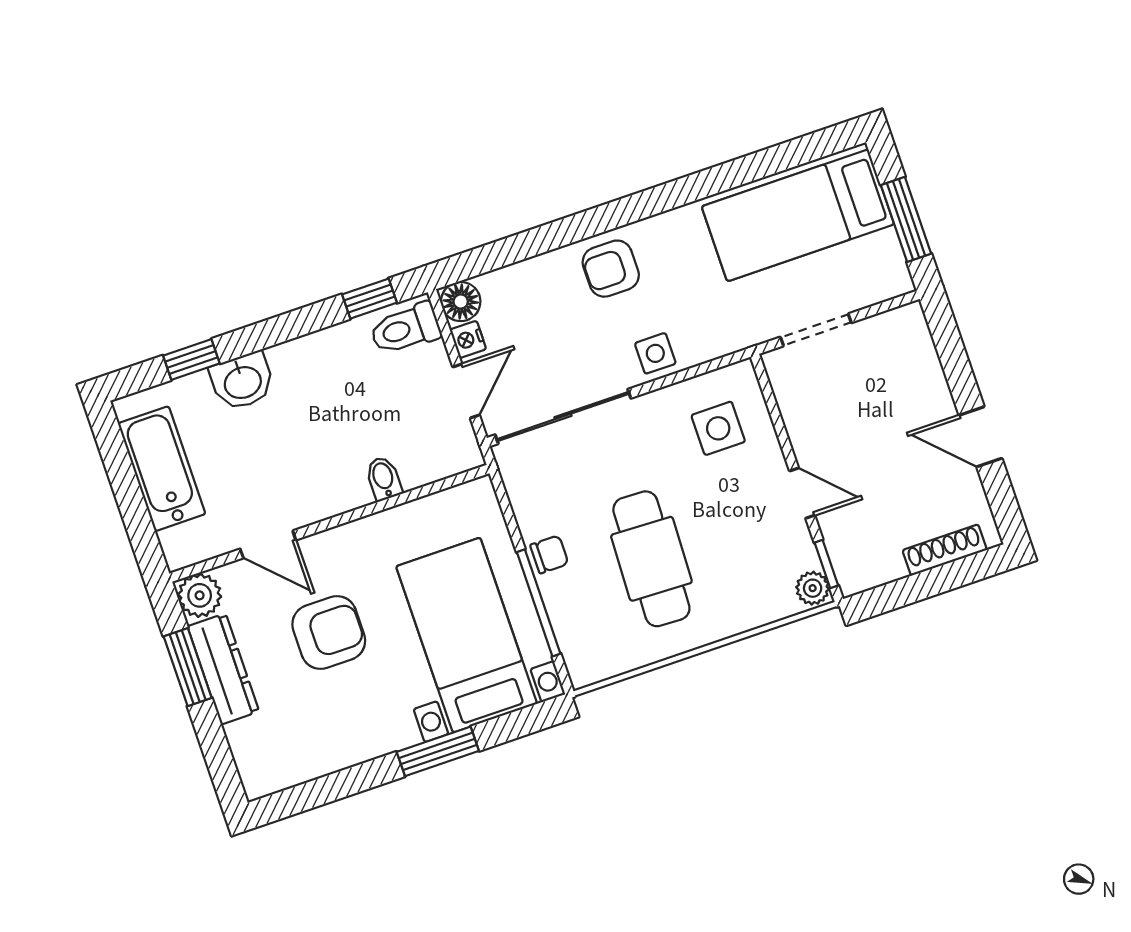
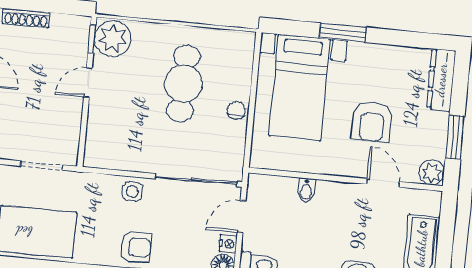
side table: (718, 428) -> (117, 137), removed
door: (802, 493) -> (88, 82), hinge flipped
chair: (549, 554) -> (236, 110), turned 94
plant: (813, 588) -> (113, 39), width x1.88, depth x1.88
window: (539, 603) -> (254, 87), removed
armchair: (329, 633) -> (372, 122), turned -90
dresser: (223, 669) -> (441, 80), moved

